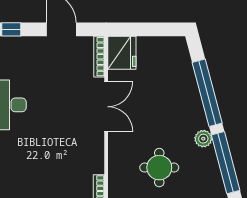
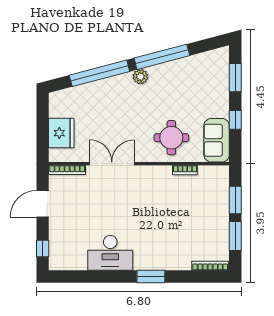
fridge: (122, 53) -> (61, 133), moved, turned 90
round table: (159, 168) -> (171, 138), moved

